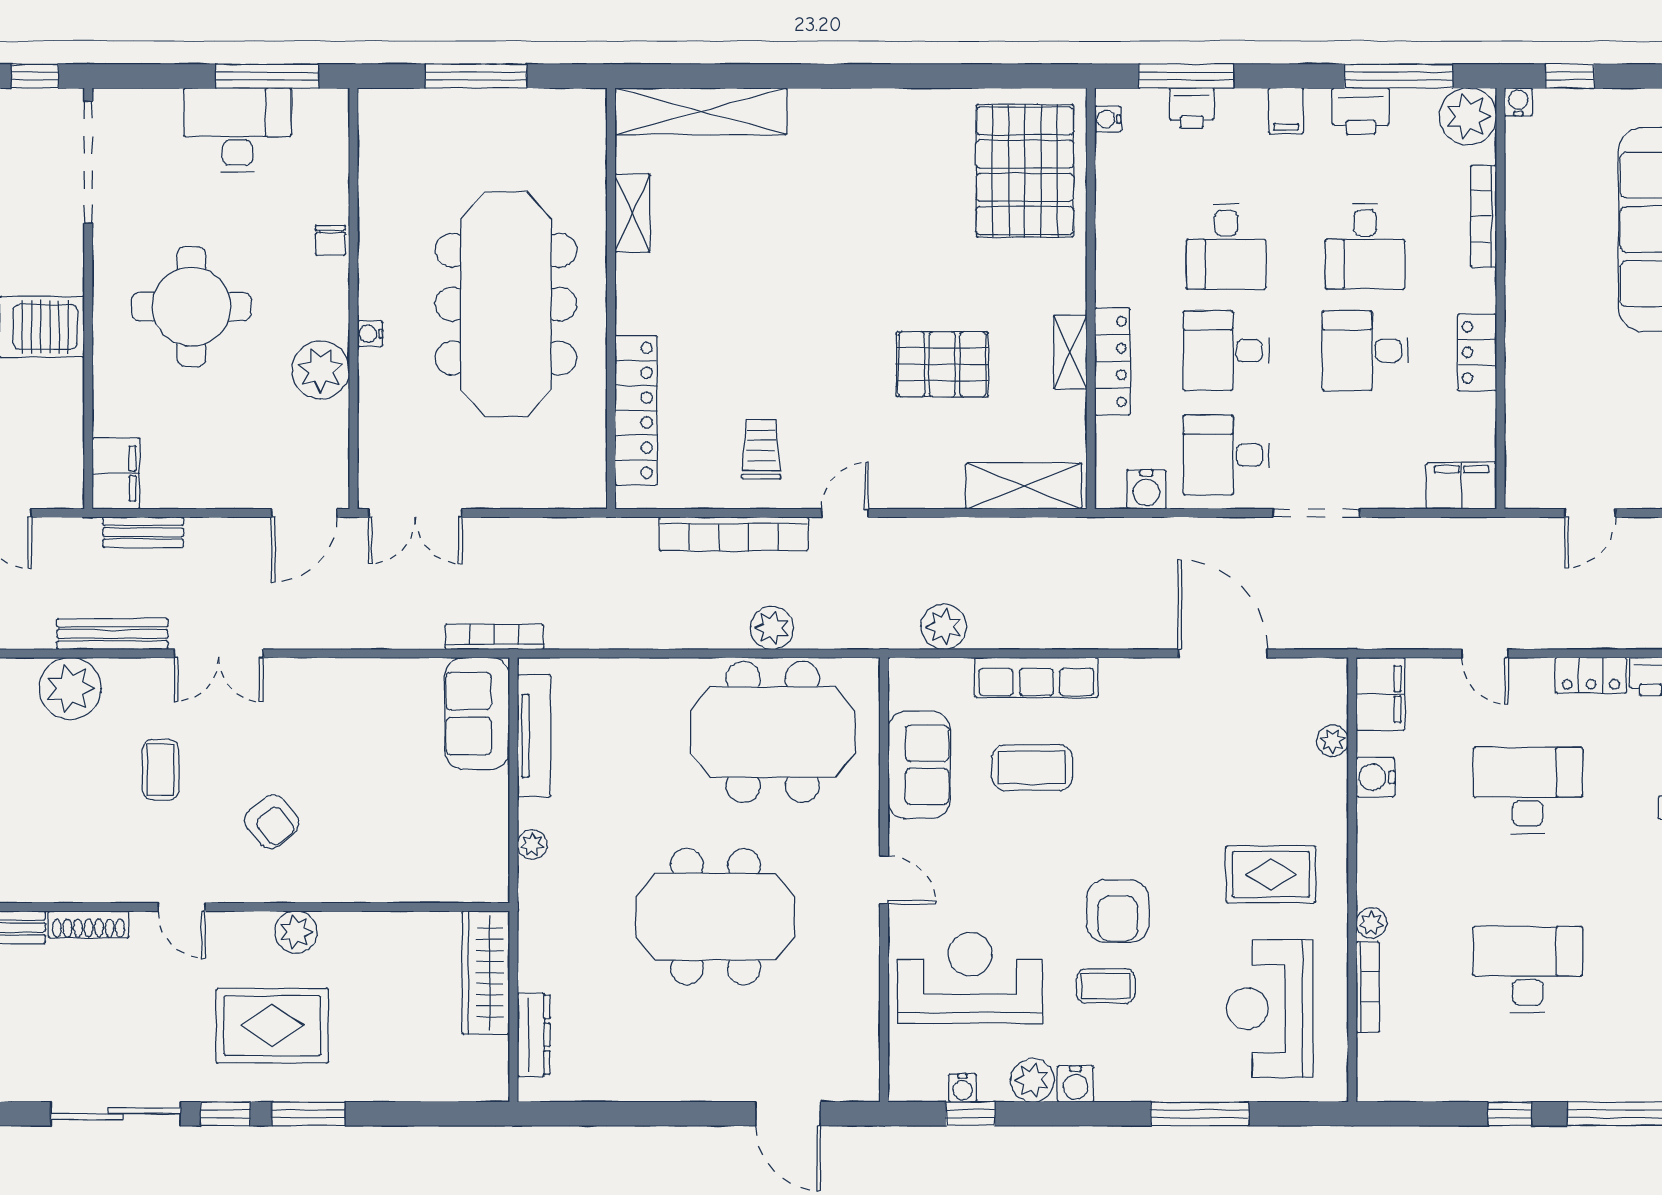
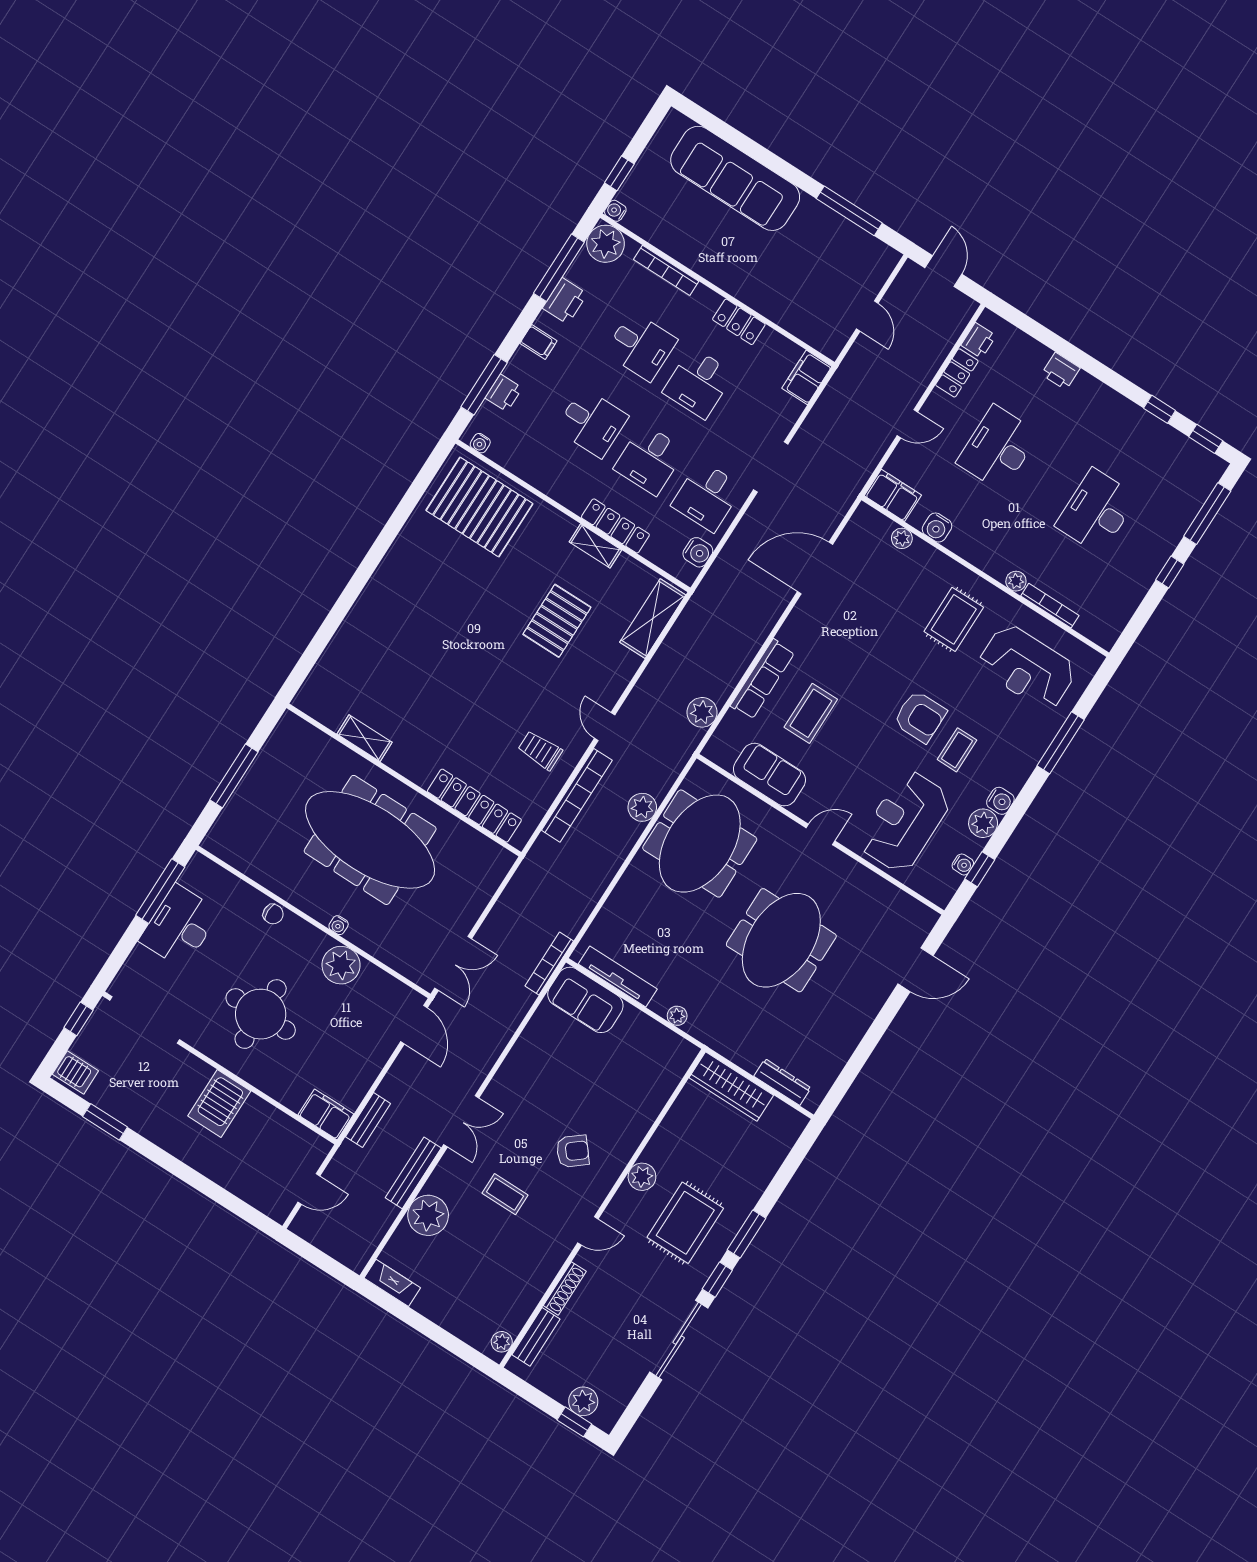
shelving: (701, 111) -> (333, 664), removed

